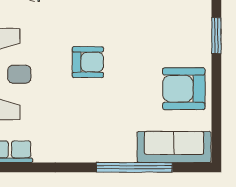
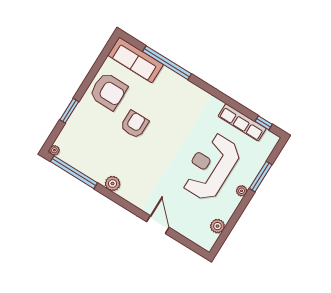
armchair: (88, 62) -> (134, 124), moved, turned 90

